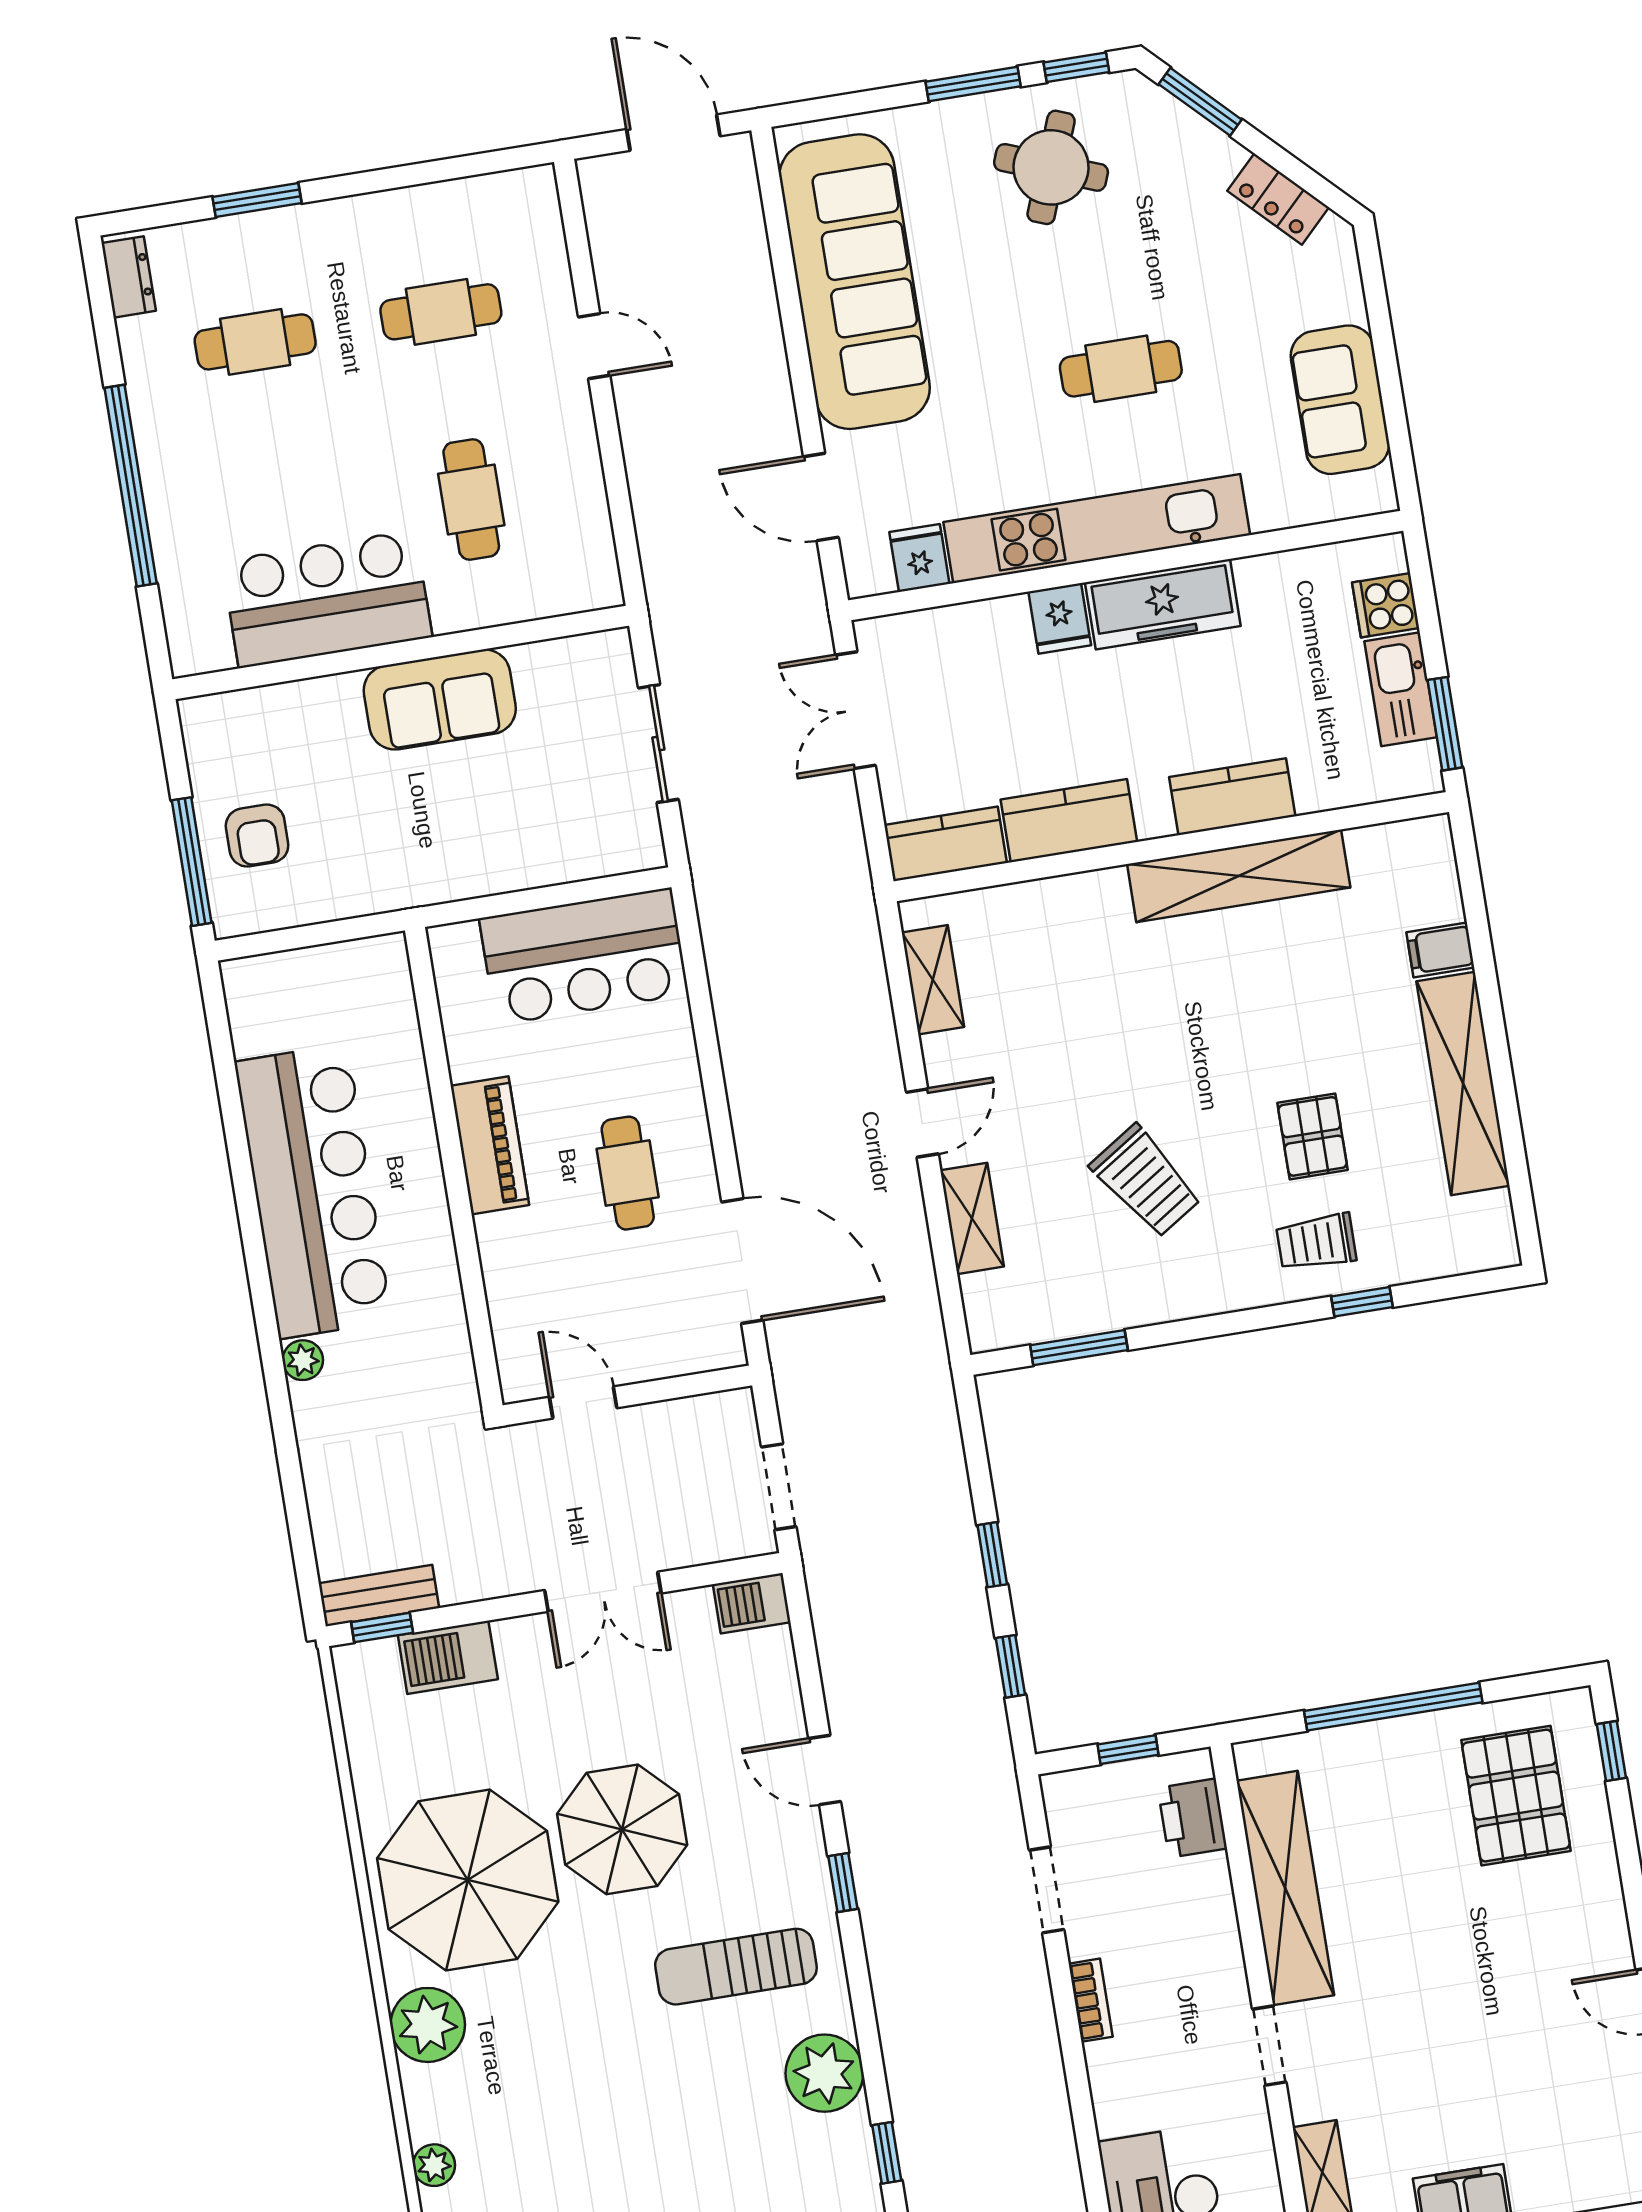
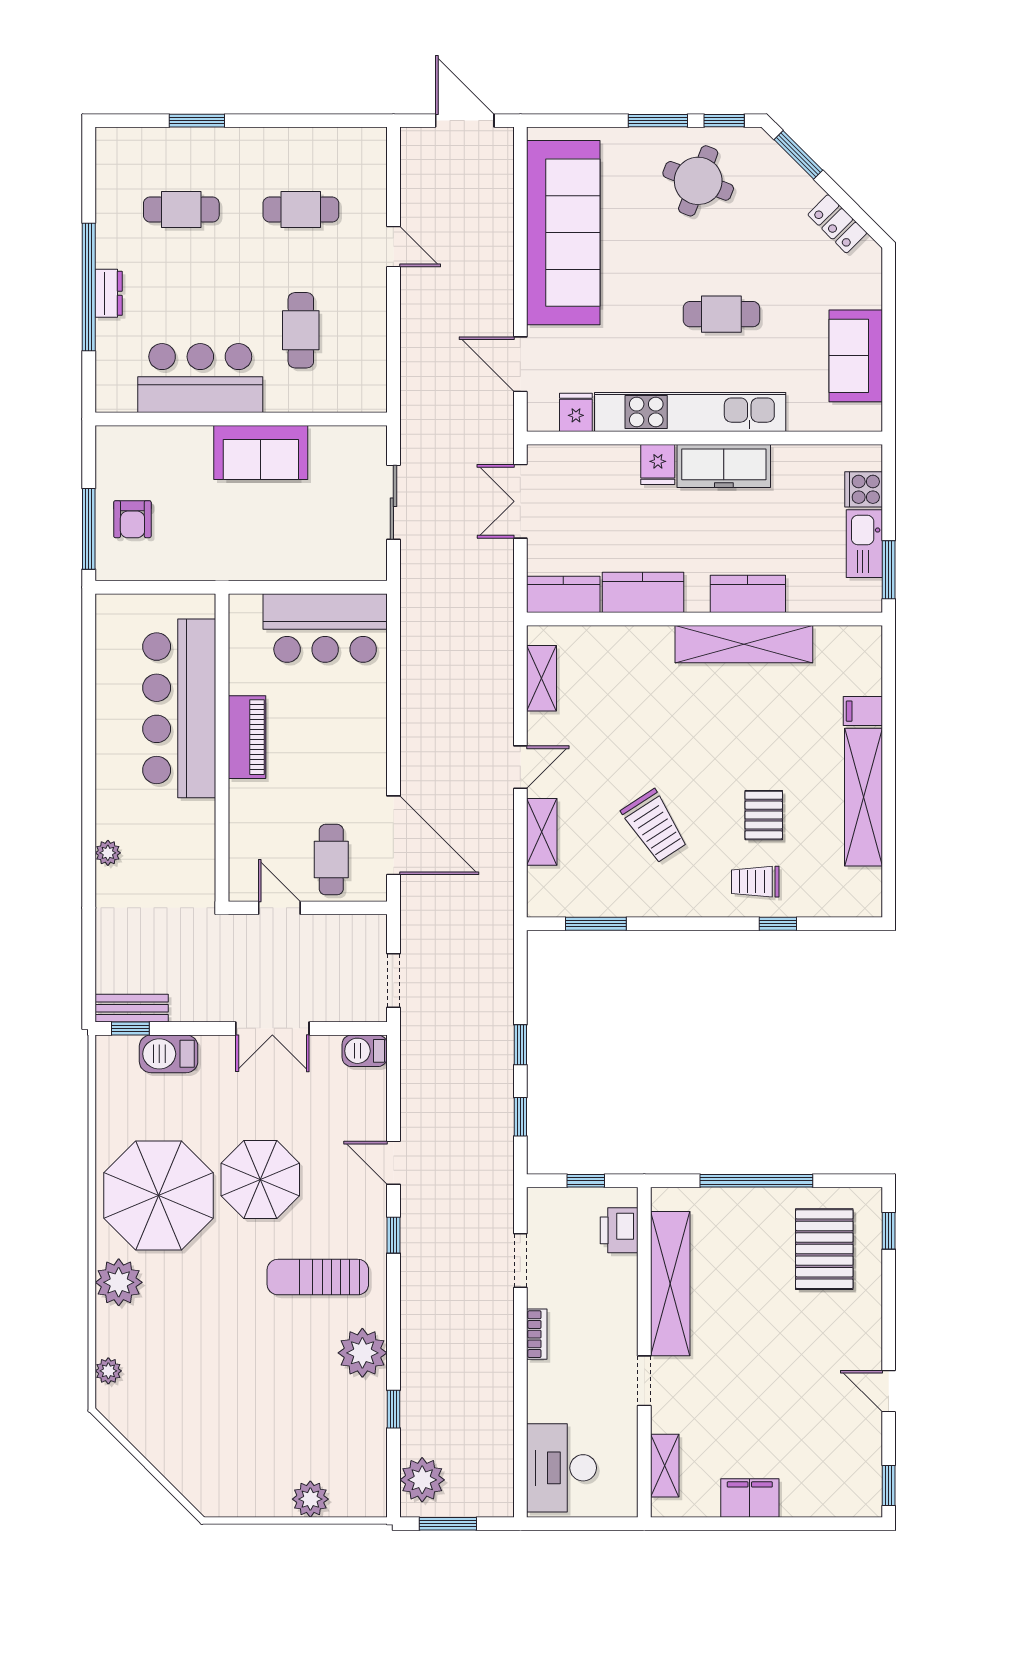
dresser: (129, 277) -> (109, 293), moved
cafe table: (628, 1173) -> (331, 860), moved
bar counter: (313, 1191) -> (179, 708), moved, turned 180

